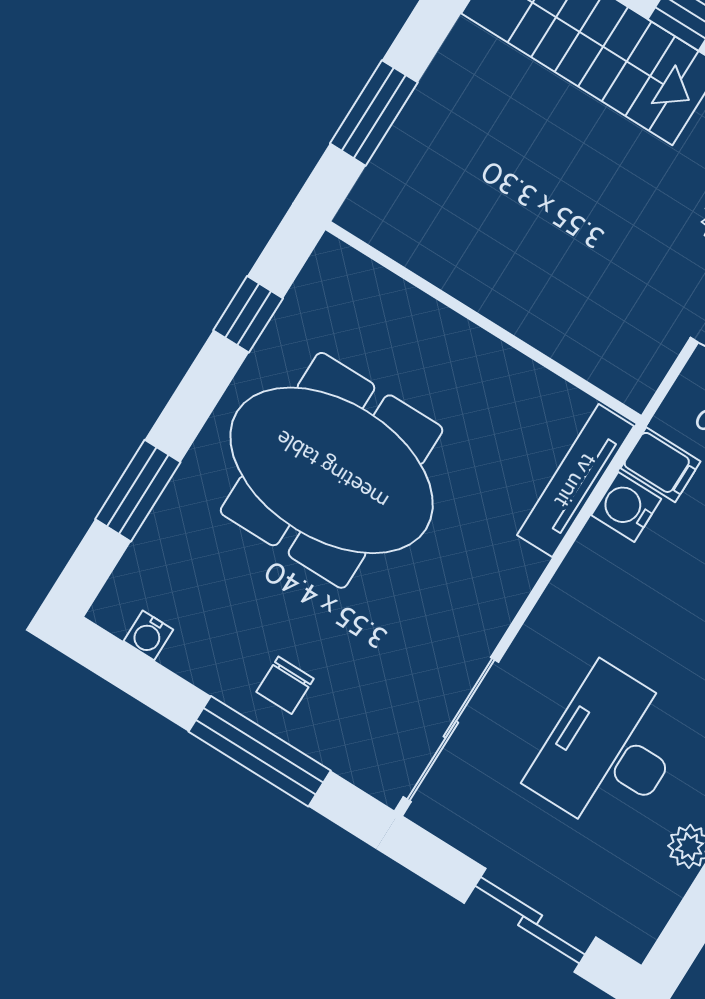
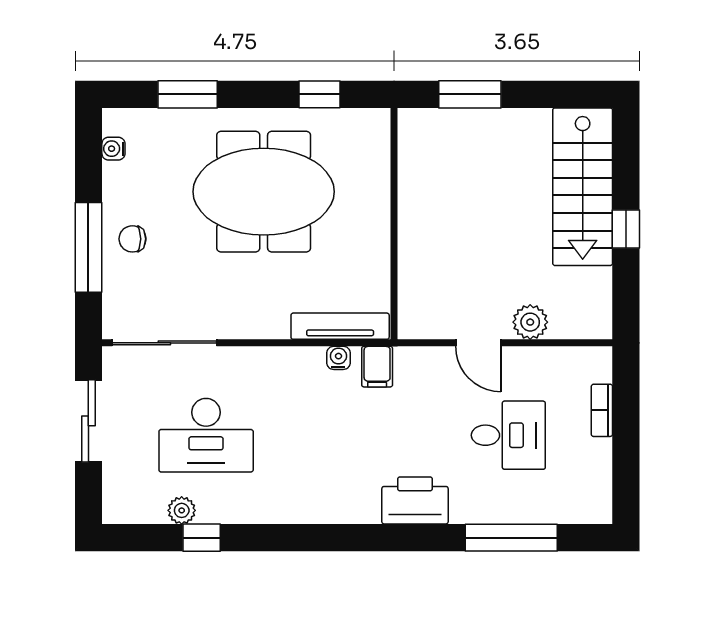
meeting table: (332, 470) -> (264, 192), turned 90
water cooler: (626, 507) -> (338, 358), width x0.72, depth x0.72
desk: (609, 751) -> (206, 435), turned 180
sliding door: (530, 920) -> (88, 421), moved

